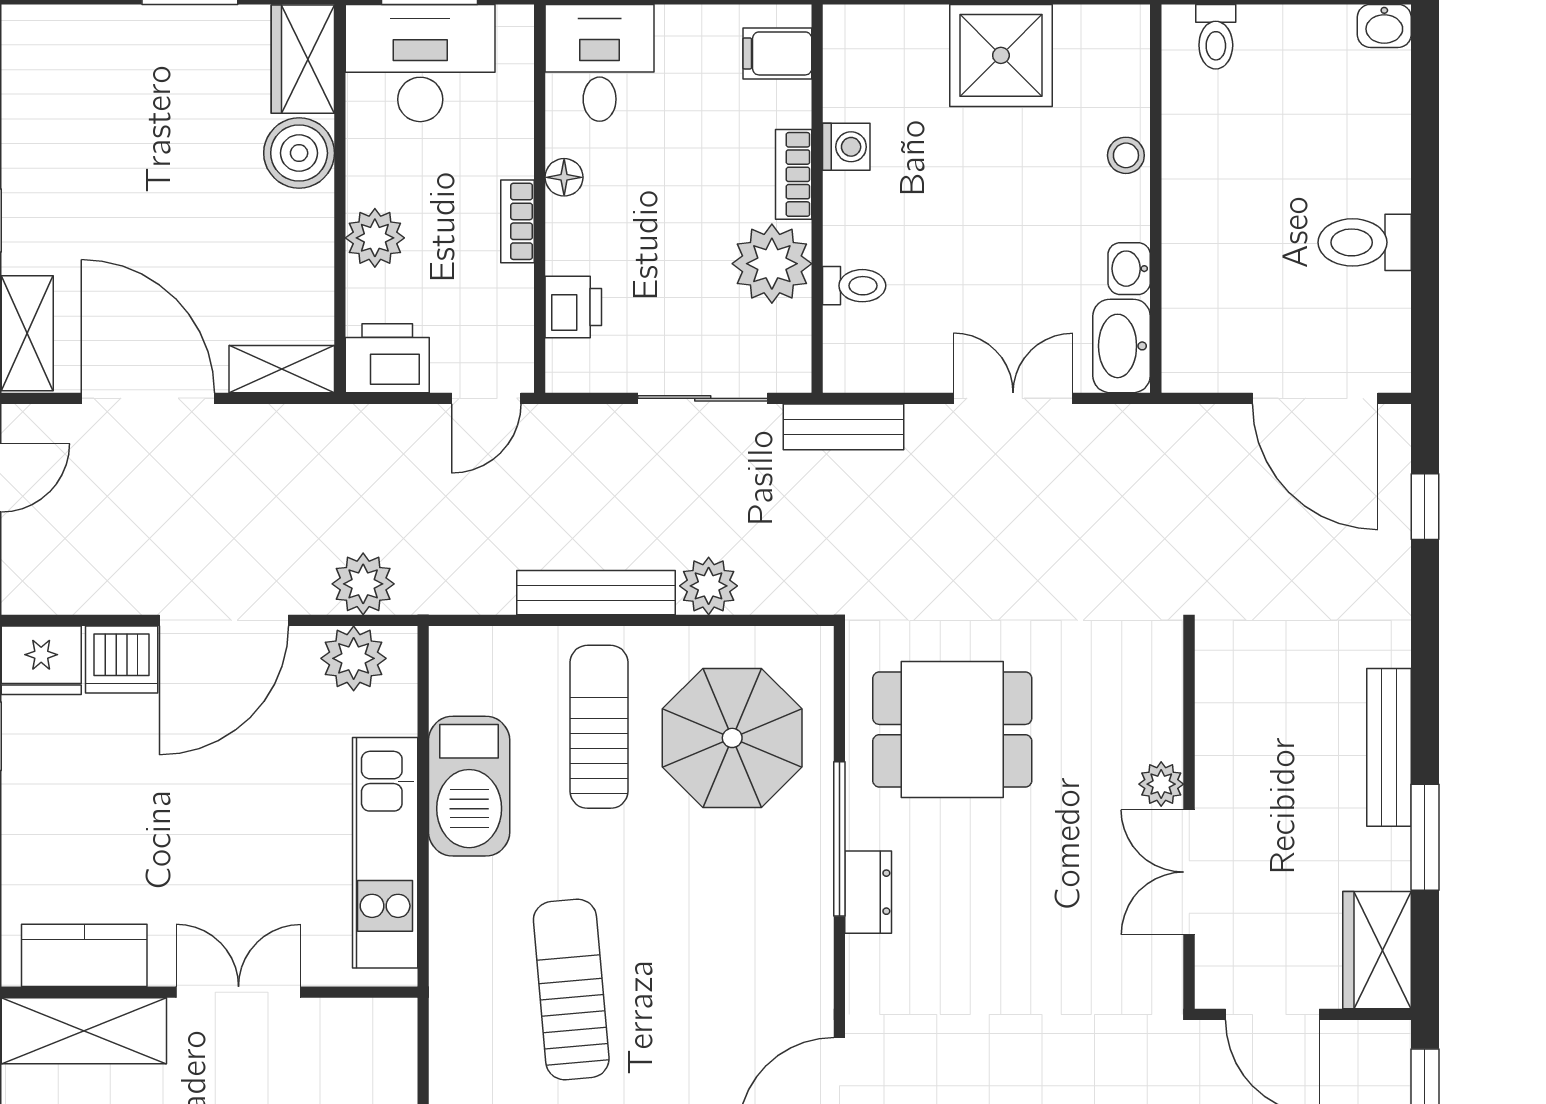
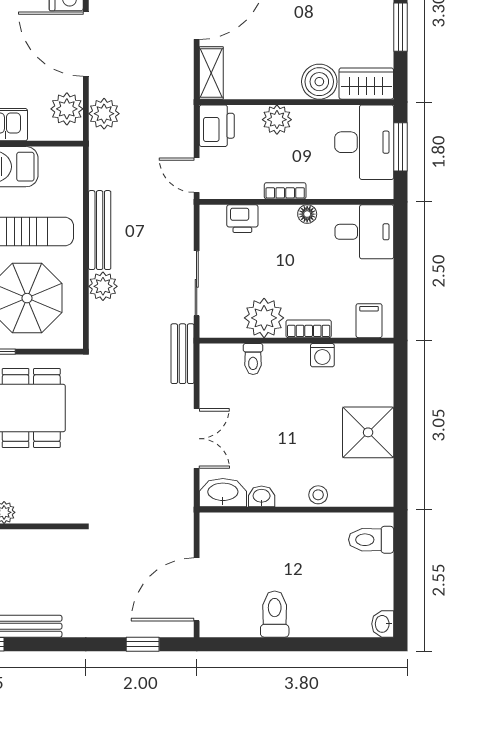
toilet: (1216, 37) -> (371, 540), width x1.37, depth x1.39

